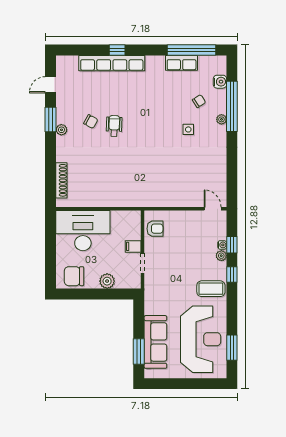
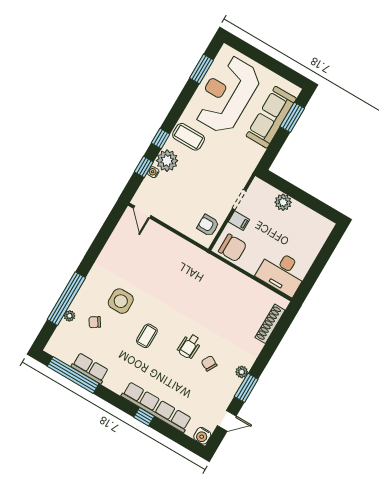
water cooler: (220, 82) -> (202, 436), moved, turned -90
coffee table: (152, 114) -> (147, 336), added
plant: (221, 119) -> (69, 316), moved
side table: (188, 129) -> (121, 301), width x1.87, depth x1.87
desk: (83, 231) -> (282, 272), width x0.73, depth x0.77
plant: (221, 256) -> (167, 161), width x1.88, depth x1.88
chair: (74, 276) -> (233, 248), moved

